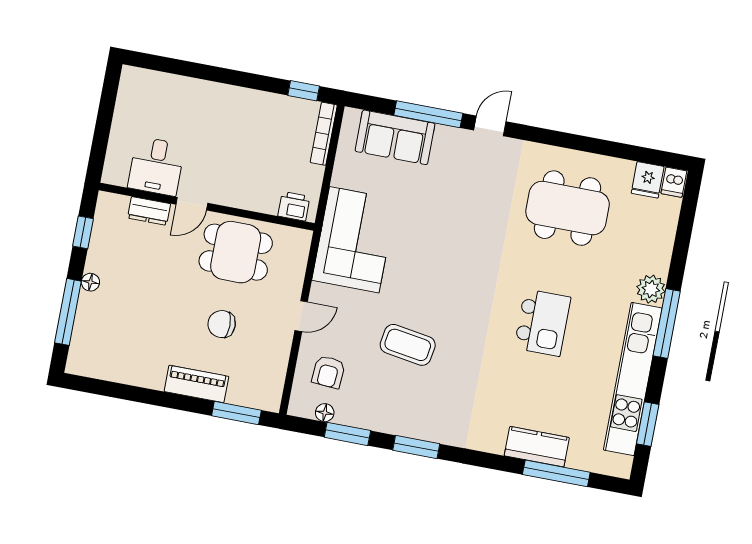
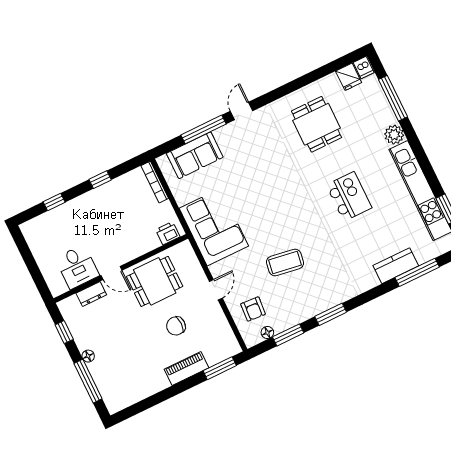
window: (186, 69) -> (54, 202), added
window: (304, 91) -> (100, 180), moved
door: (192, 204) -> (112, 273), hinge flipped
dining table: (568, 208) -> (317, 124), width x0.73
window: (667, 324) -> (393, 98), moved

